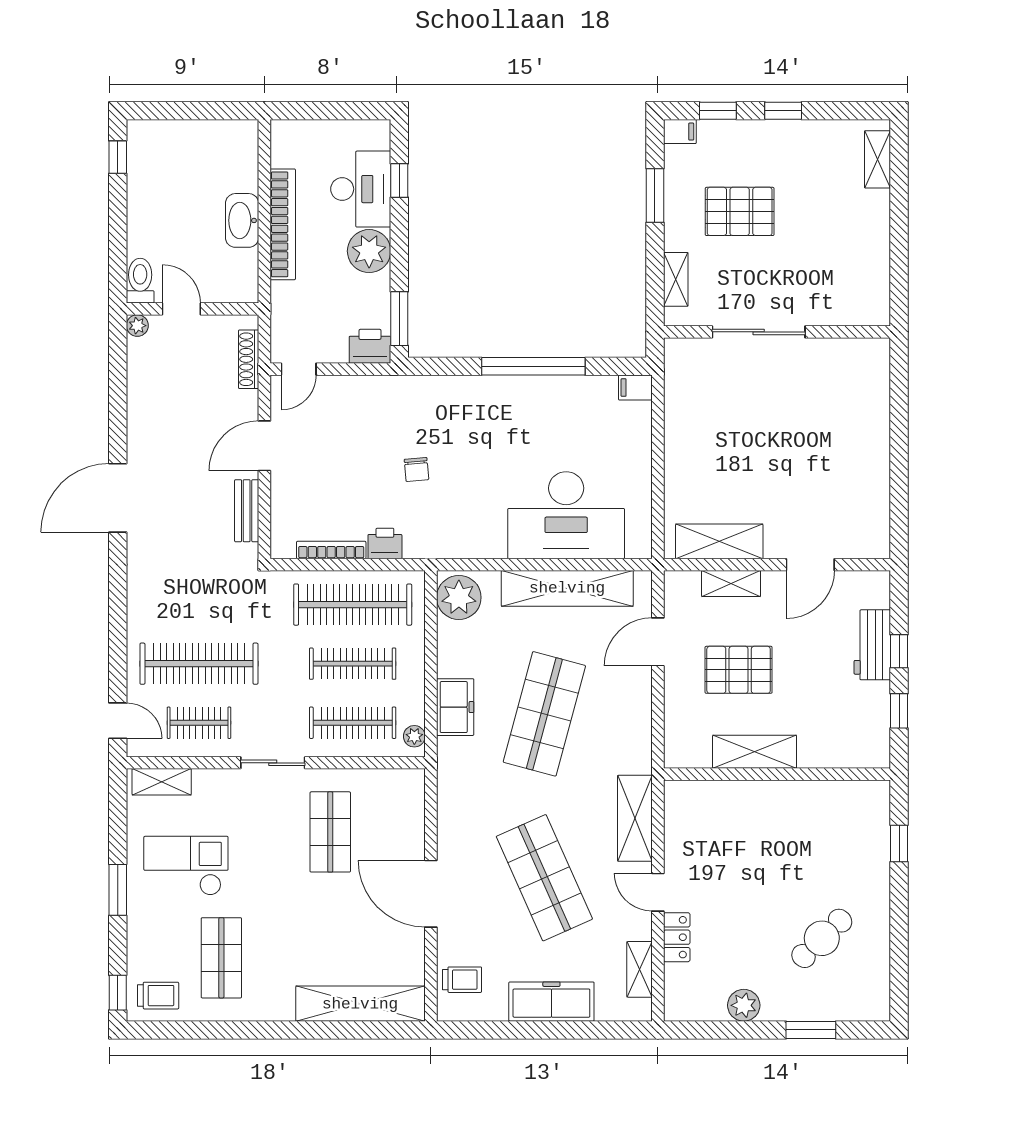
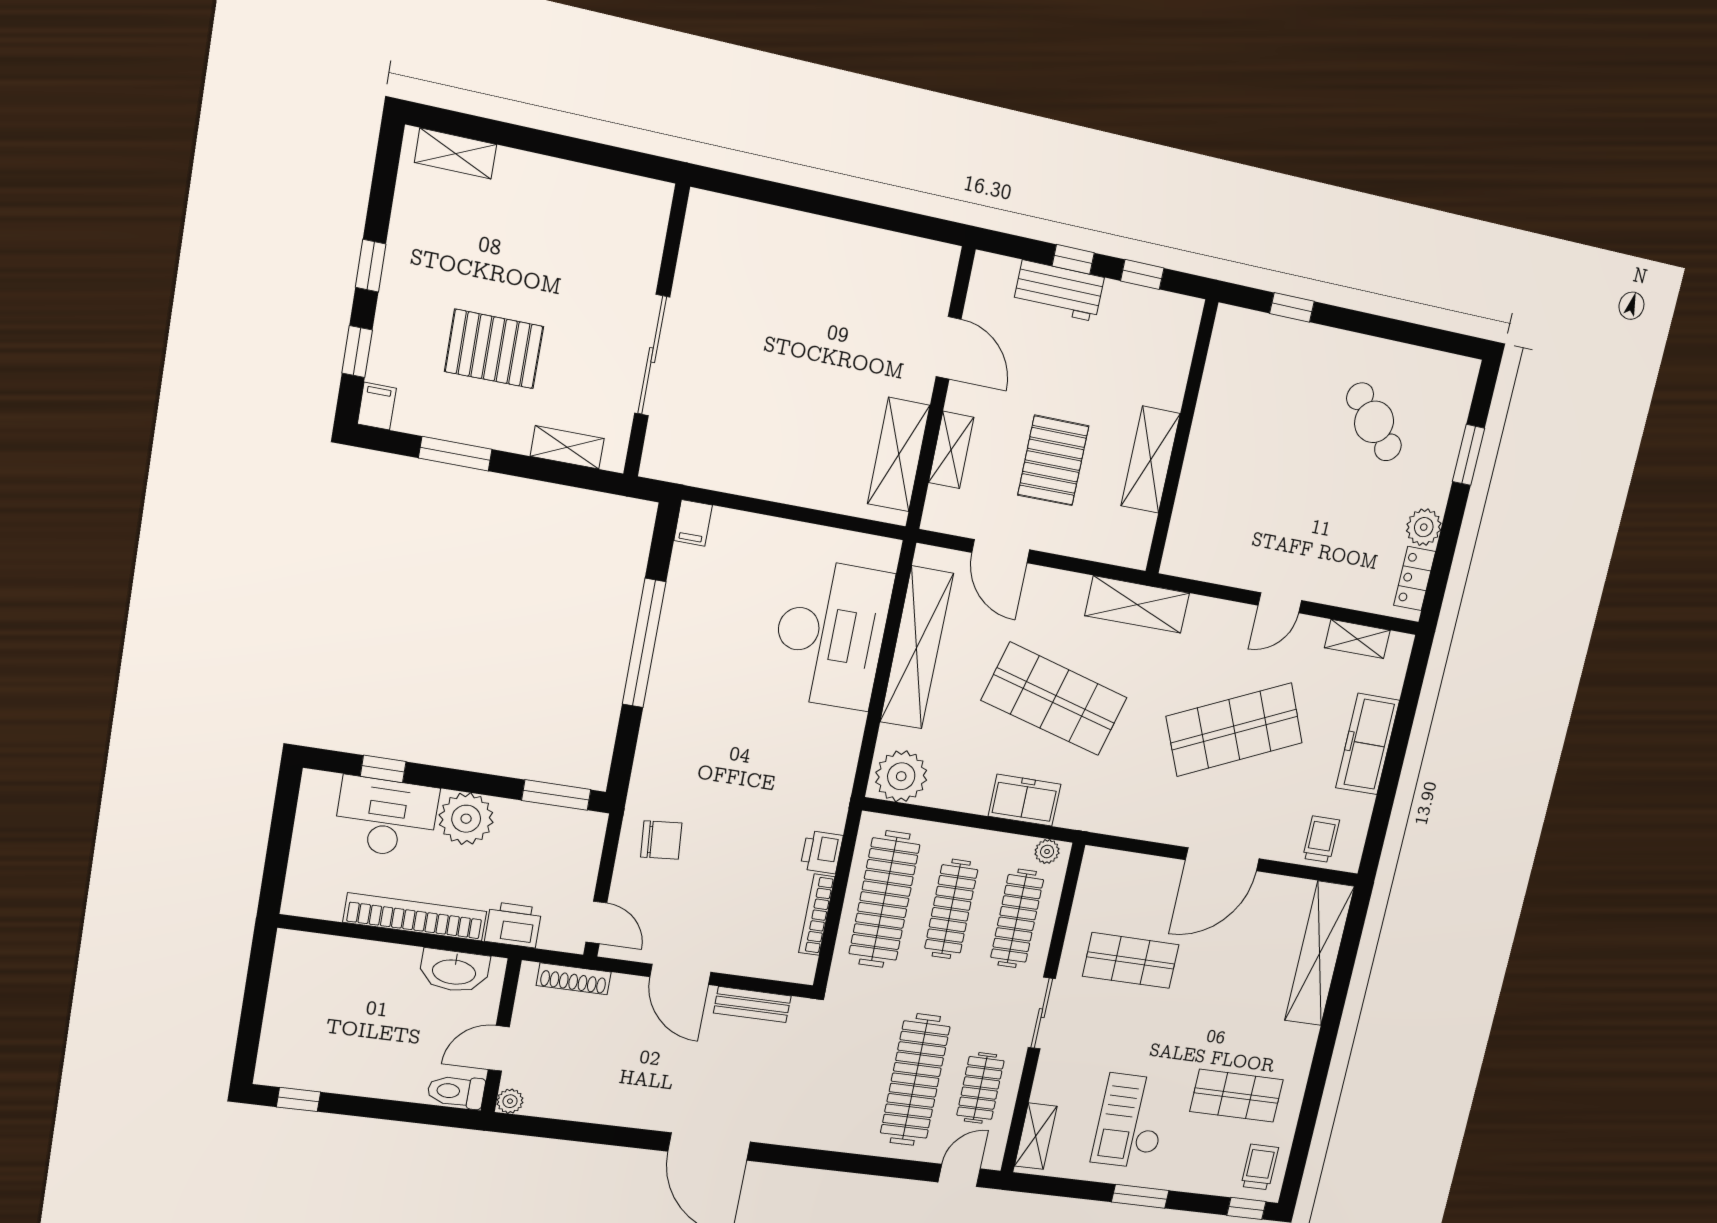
pallet: (740, 211) -> (494, 349), turned 90
washbasin: (242, 220) -> (454, 971), moved
printer: (370, 346) -> (513, 925), moved, turned 90
chair: (416, 469) -> (661, 840), moved, width x1.37, depth x1.37
shelving: (635, 818) -> (1137, 604), moved
locker: (677, 937) -> (1415, 578), moved, turned -90

